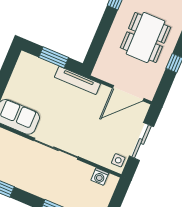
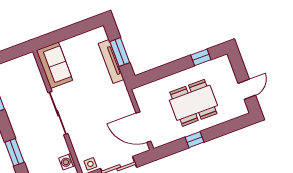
tv unit: (77, 80) -> (111, 61), moved

